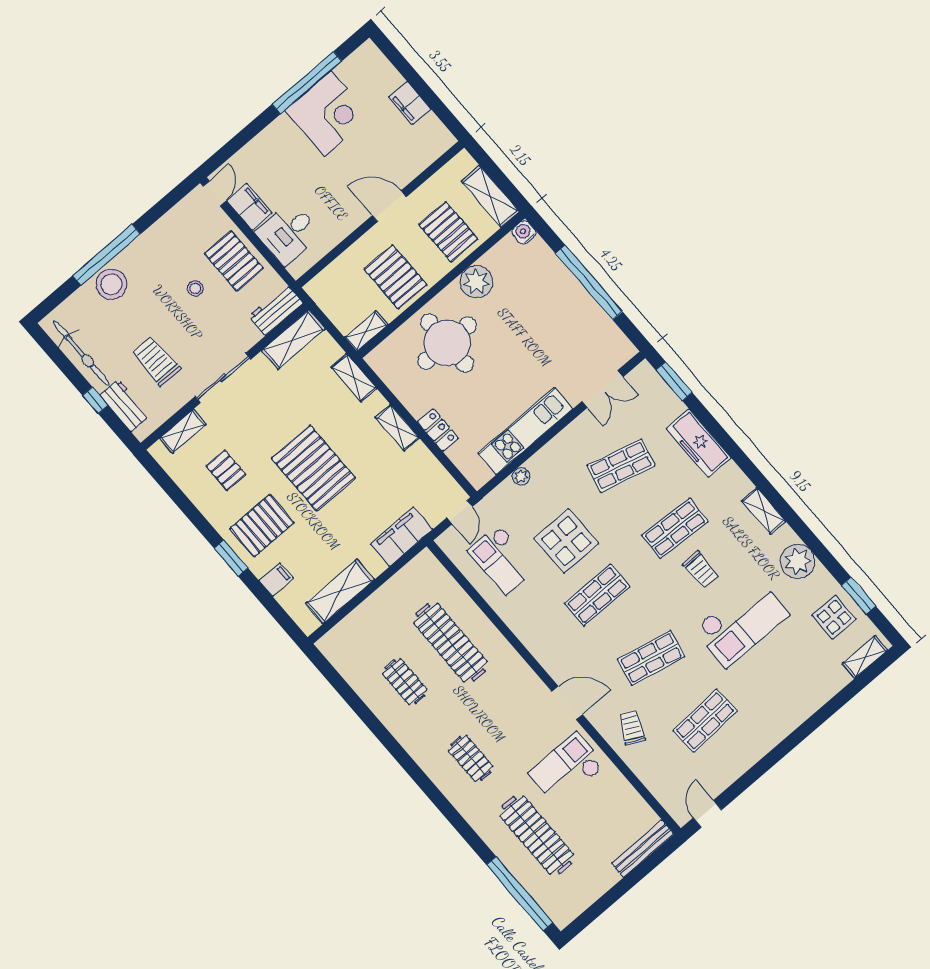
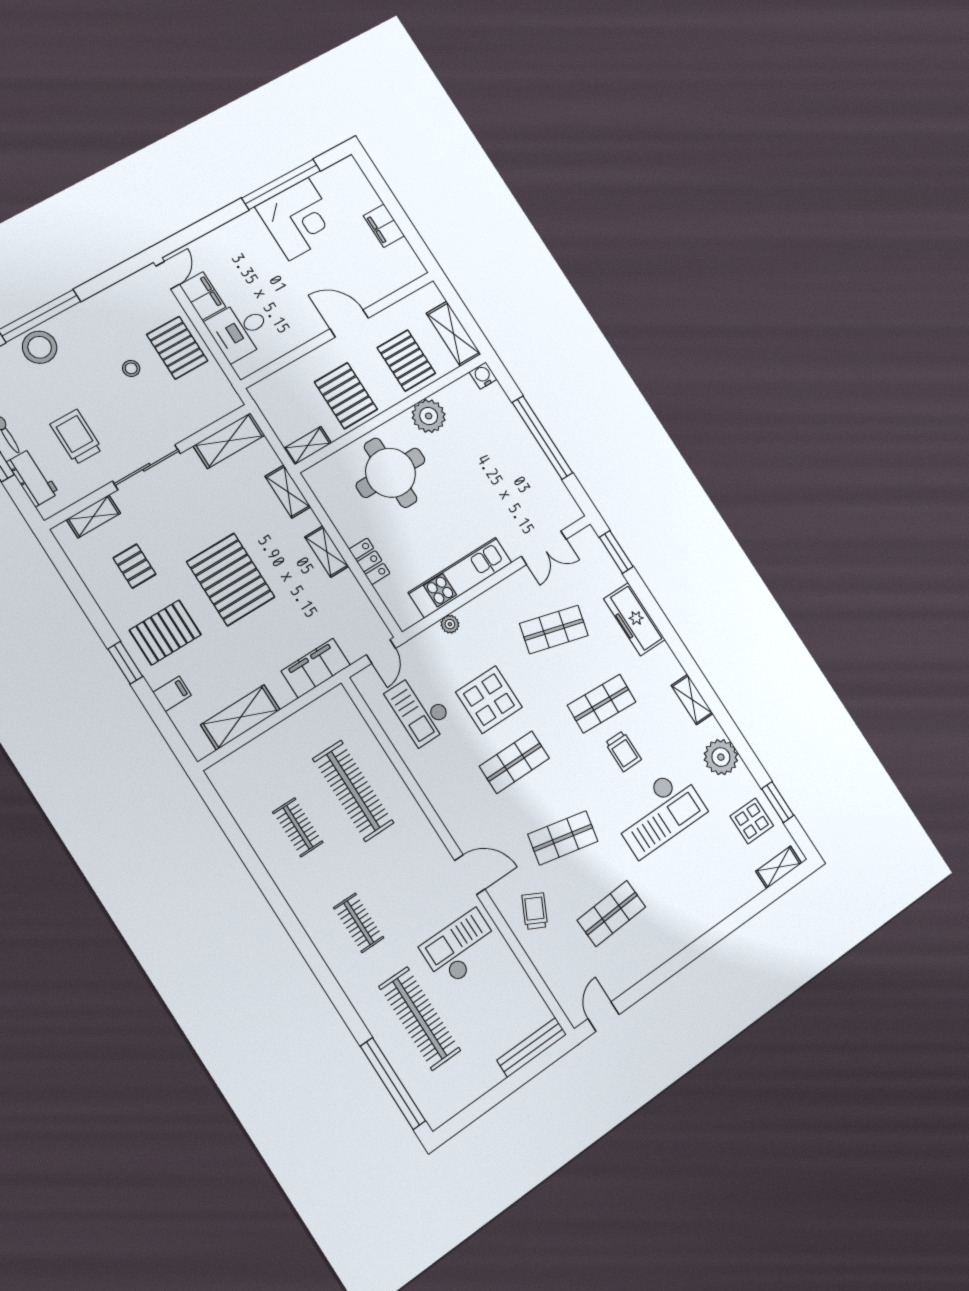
workbench: (276, 310) -> (215, 406), removed

